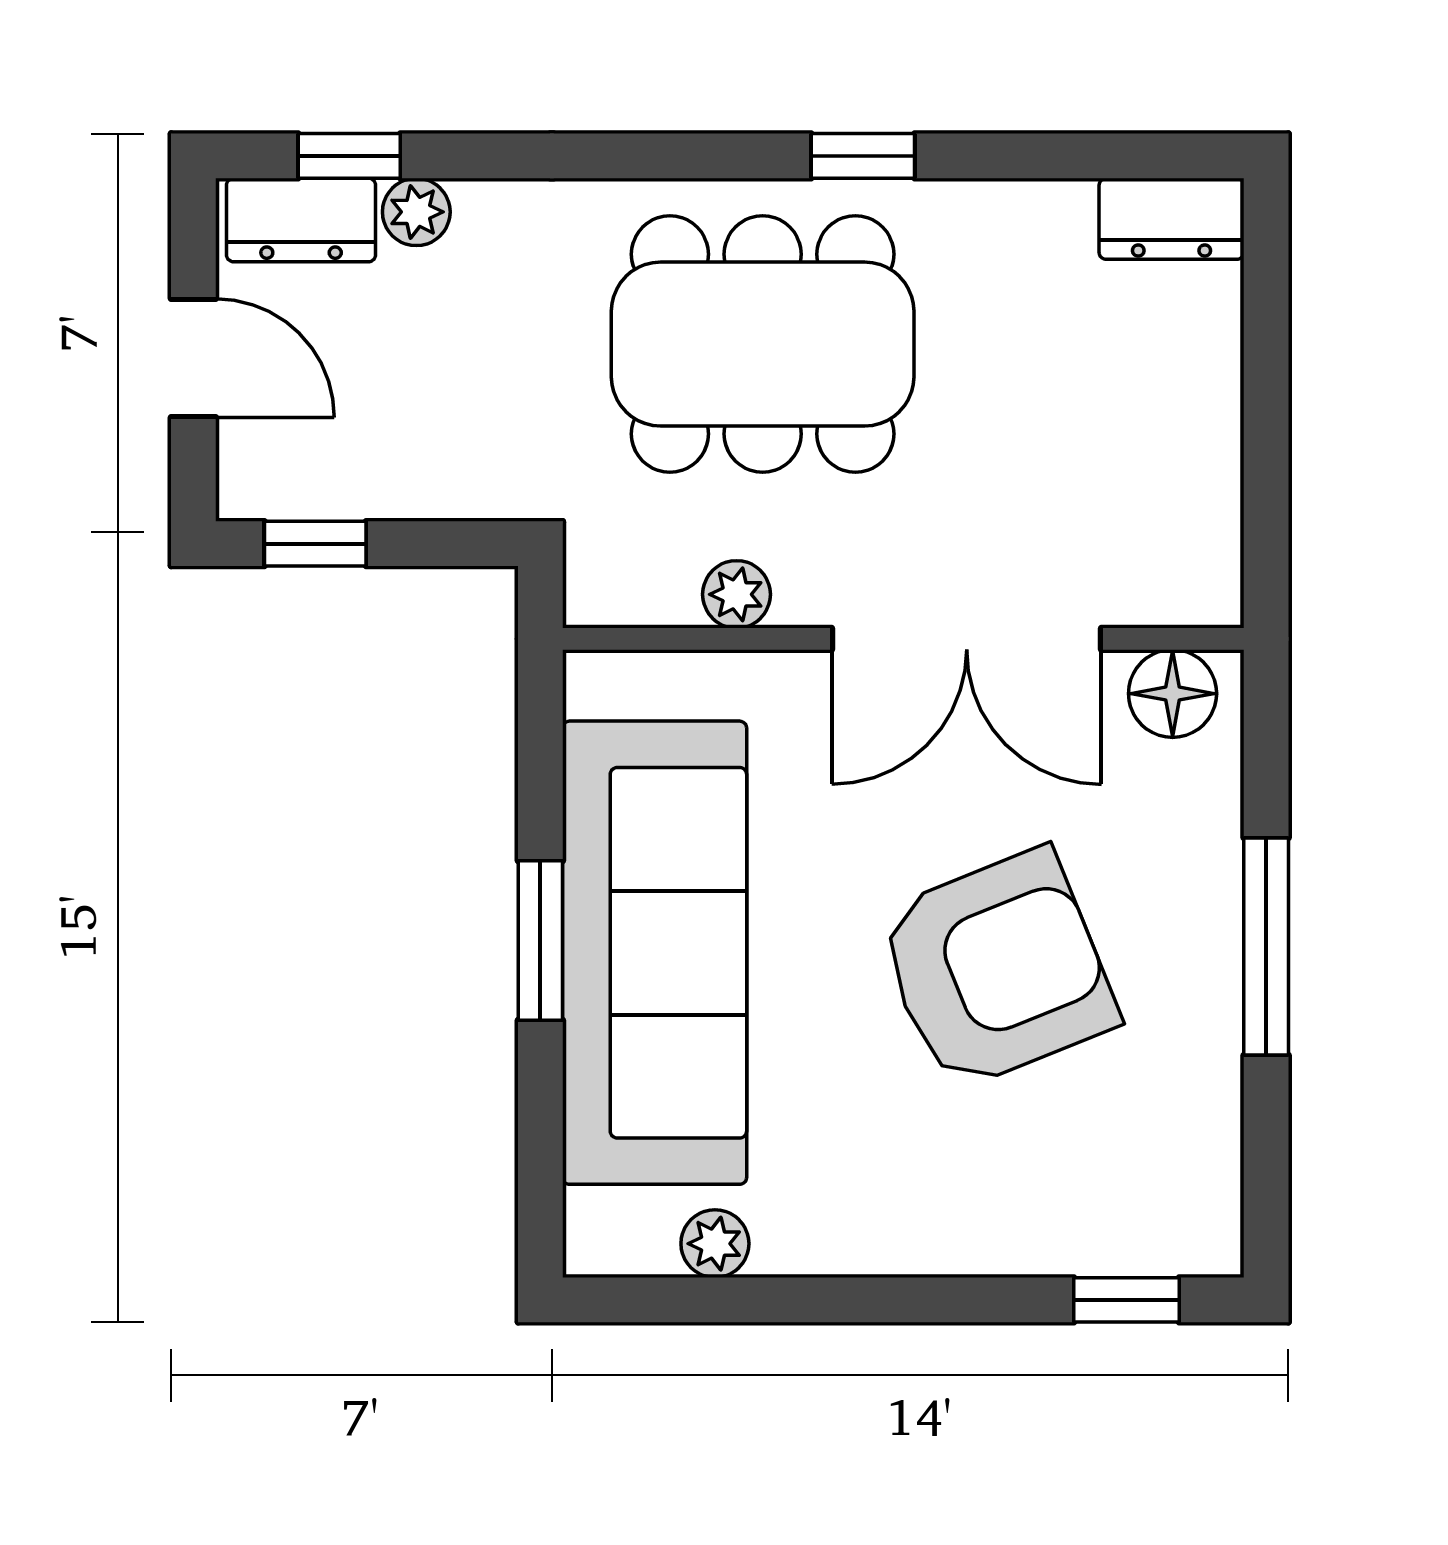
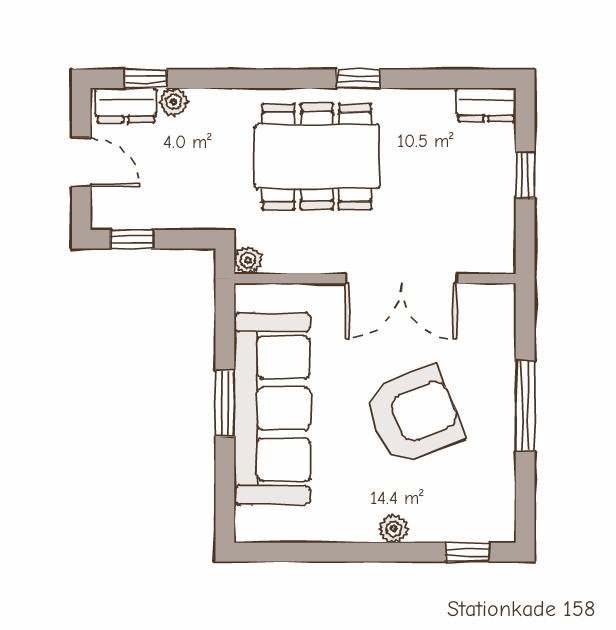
window: (1266, 389) -> (525, 175), added
plant: (737, 594) -> (248, 260), moved
floor lamp: (1173, 694) -> (486, 301), removed
plant: (715, 1244) -> (394, 529), moved

